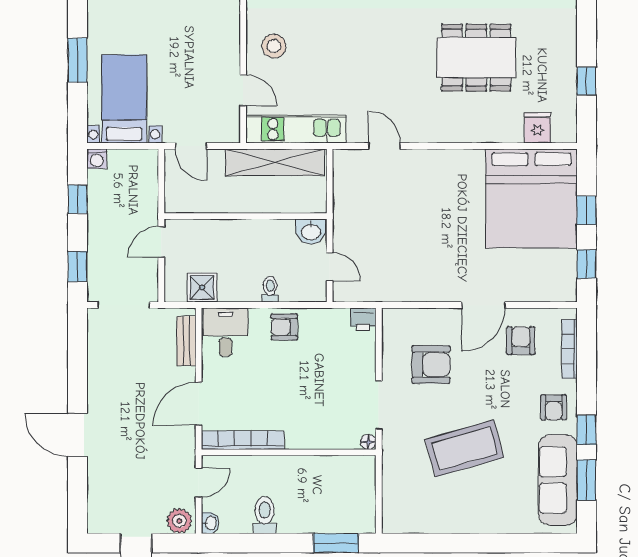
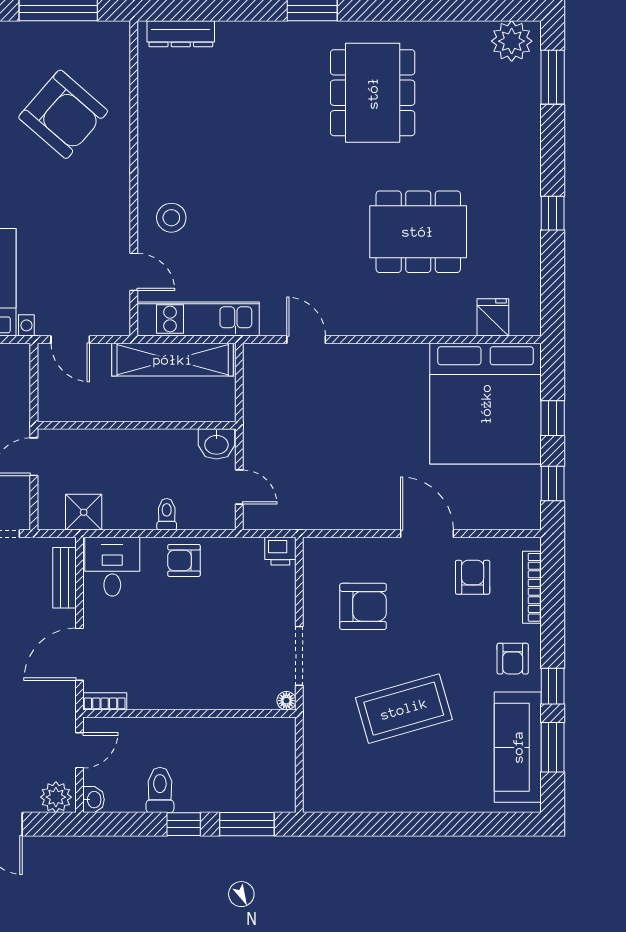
window: (586, 81) -> (553, 213), moved
door: (483, 305) -> (427, 534), swing flipped
bookcase: (243, 440) -> (105, 701), width x0.43, depth x0.76
window: (284, 543) -> (184, 824), added

